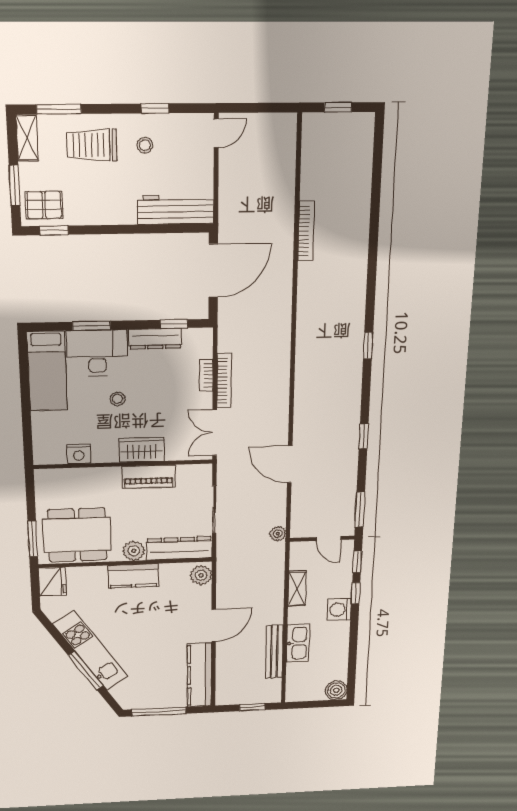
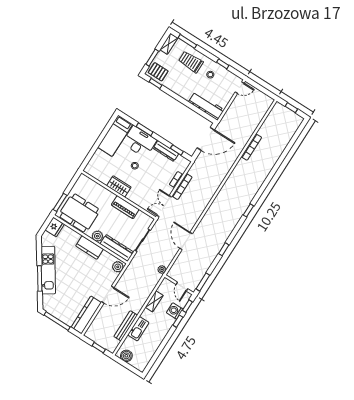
wardrobe: (142, 450) -> (119, 186), moved
nightstand: (79, 454) -> (104, 178), removed
washing machine: (339, 609) -> (175, 311), moved
boiler: (336, 690) -> (126, 356), moved

